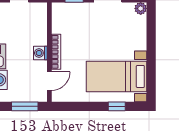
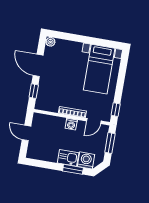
door: (49, 81) -> (94, 121), swing flipped
window: (117, 106) -> (116, 110), moved

